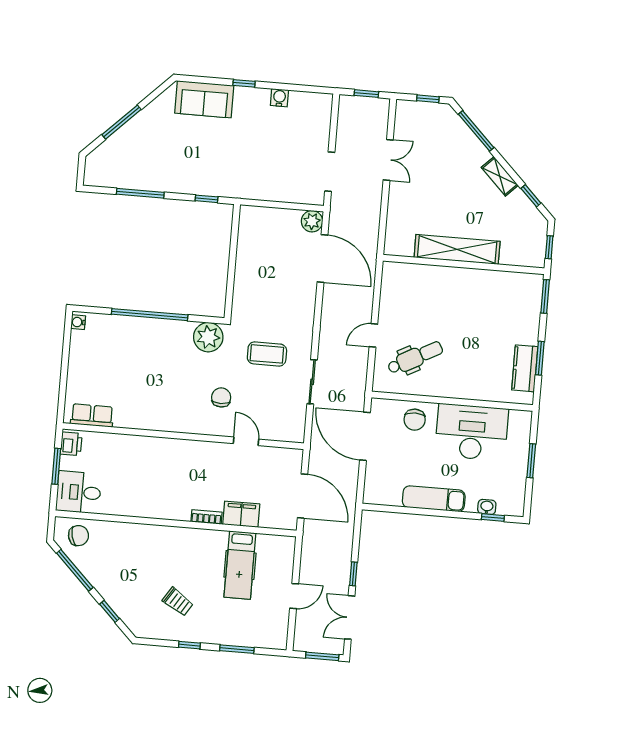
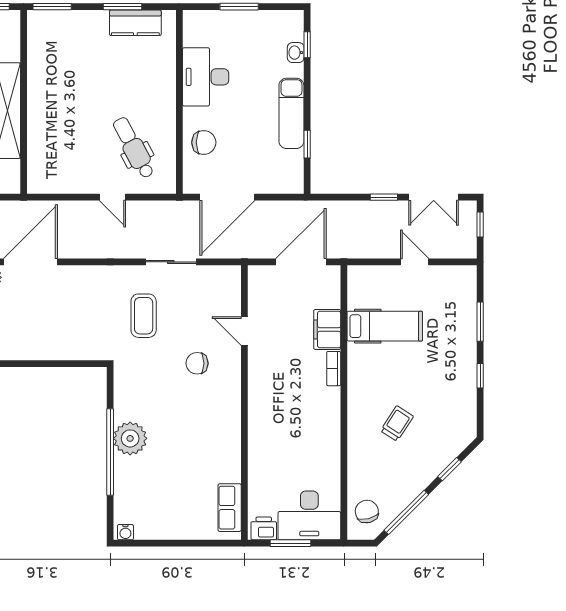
plant: (208, 337) -> (130, 438), moved
desk: (472, 432) -> (206, 77), width x0.73, depth x0.77
door: (246, 441) -> (244, 331), hinge flipped
desk: (79, 492) -> (309, 515), width x1.37
window: (405, 510) -> (307, 144), added
trolley: (178, 602) -> (397, 424), moved
window: (322, 656) -> (480, 224), width x0.67

